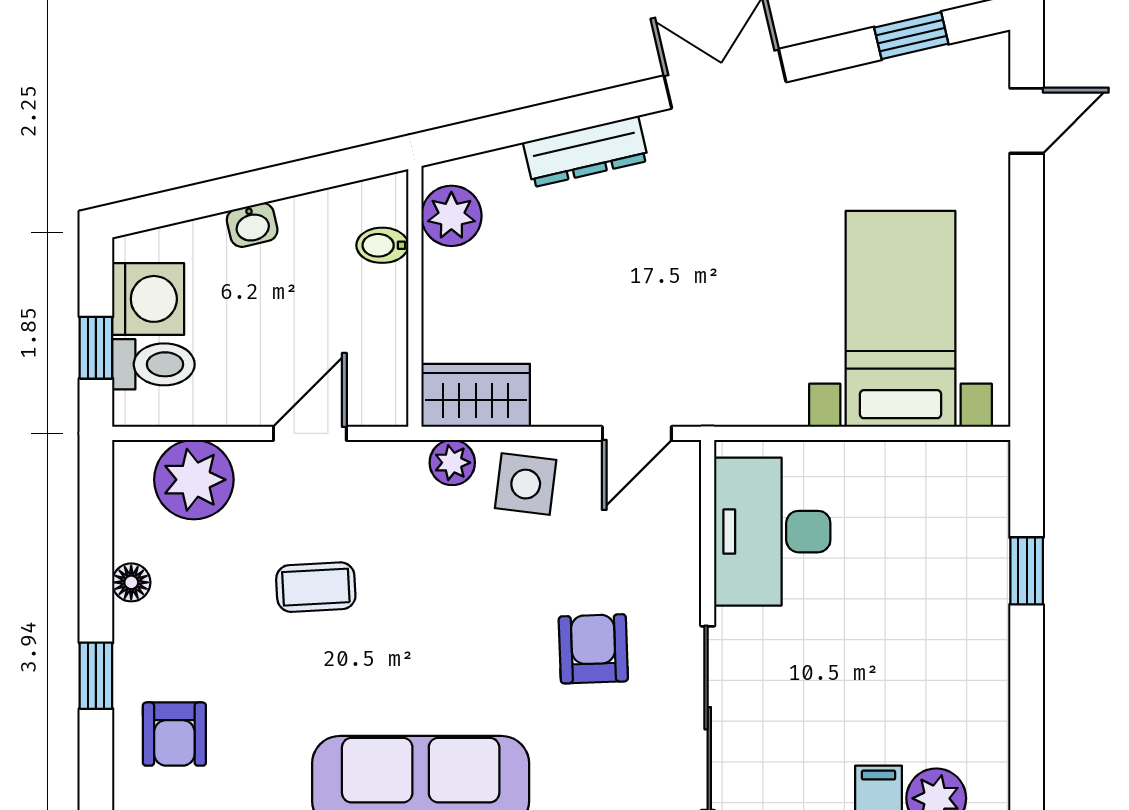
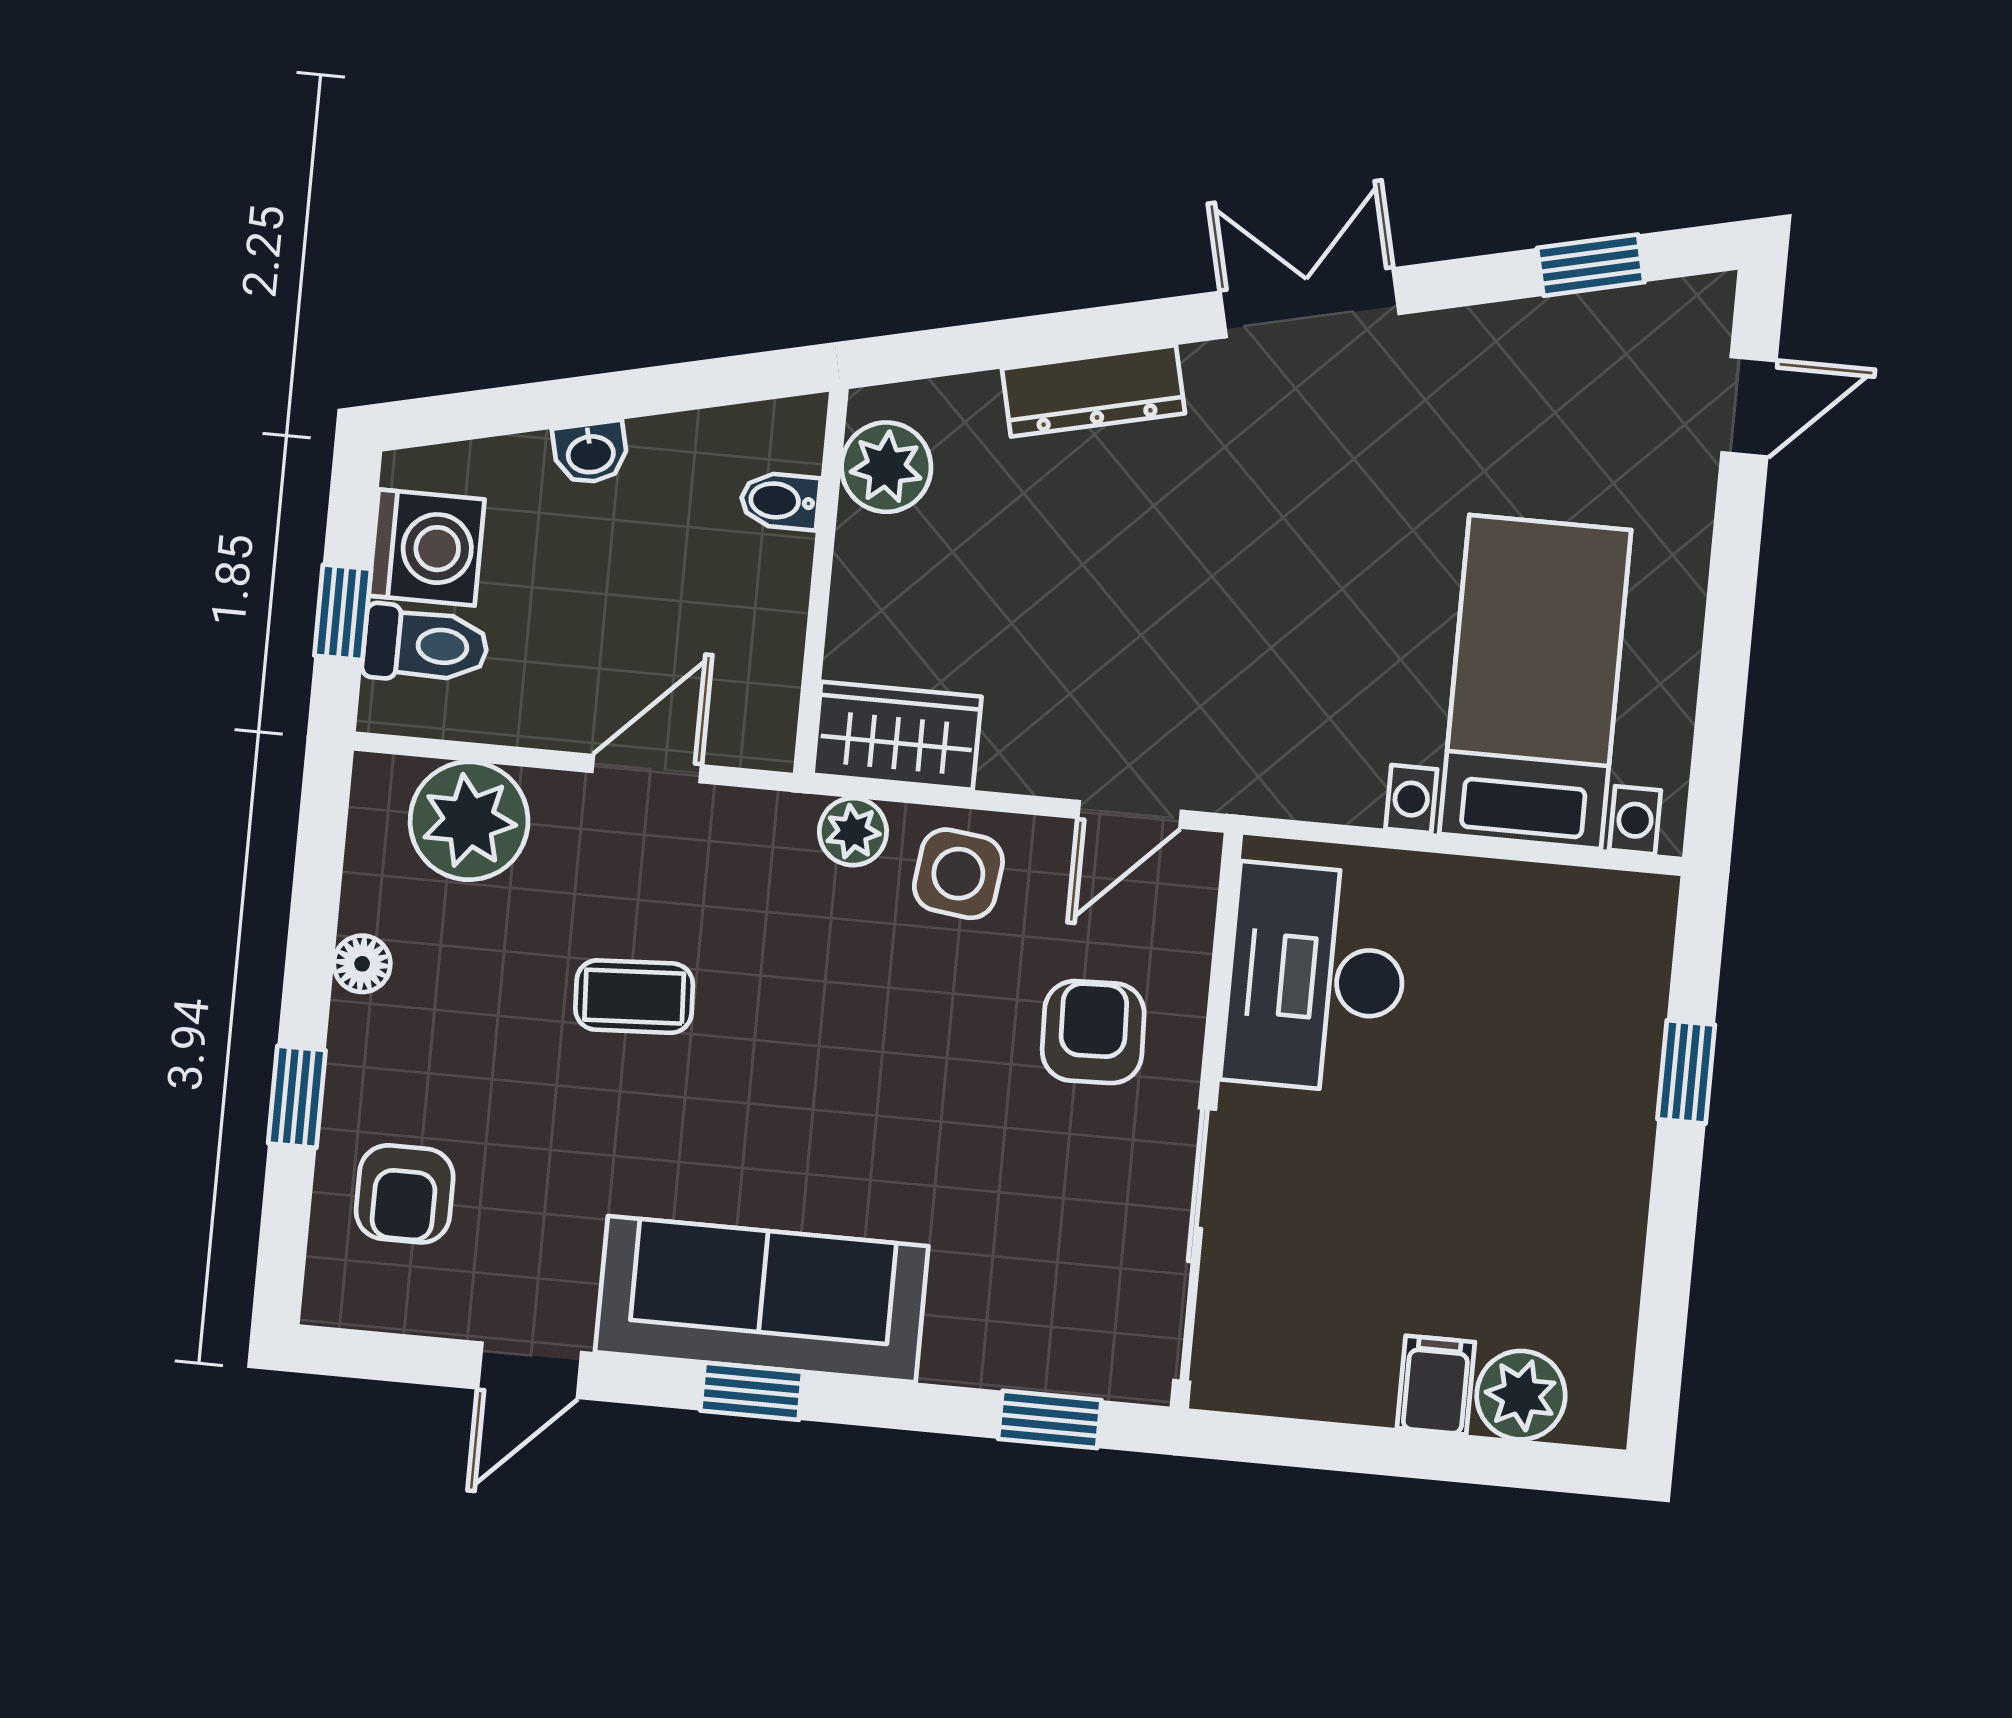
armchair: (593, 649) -> (1093, 1032), moved

